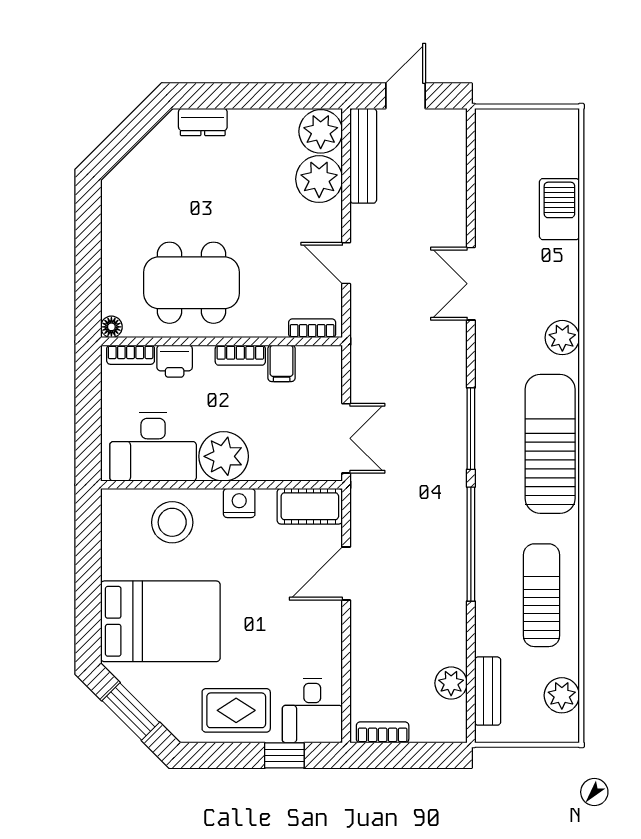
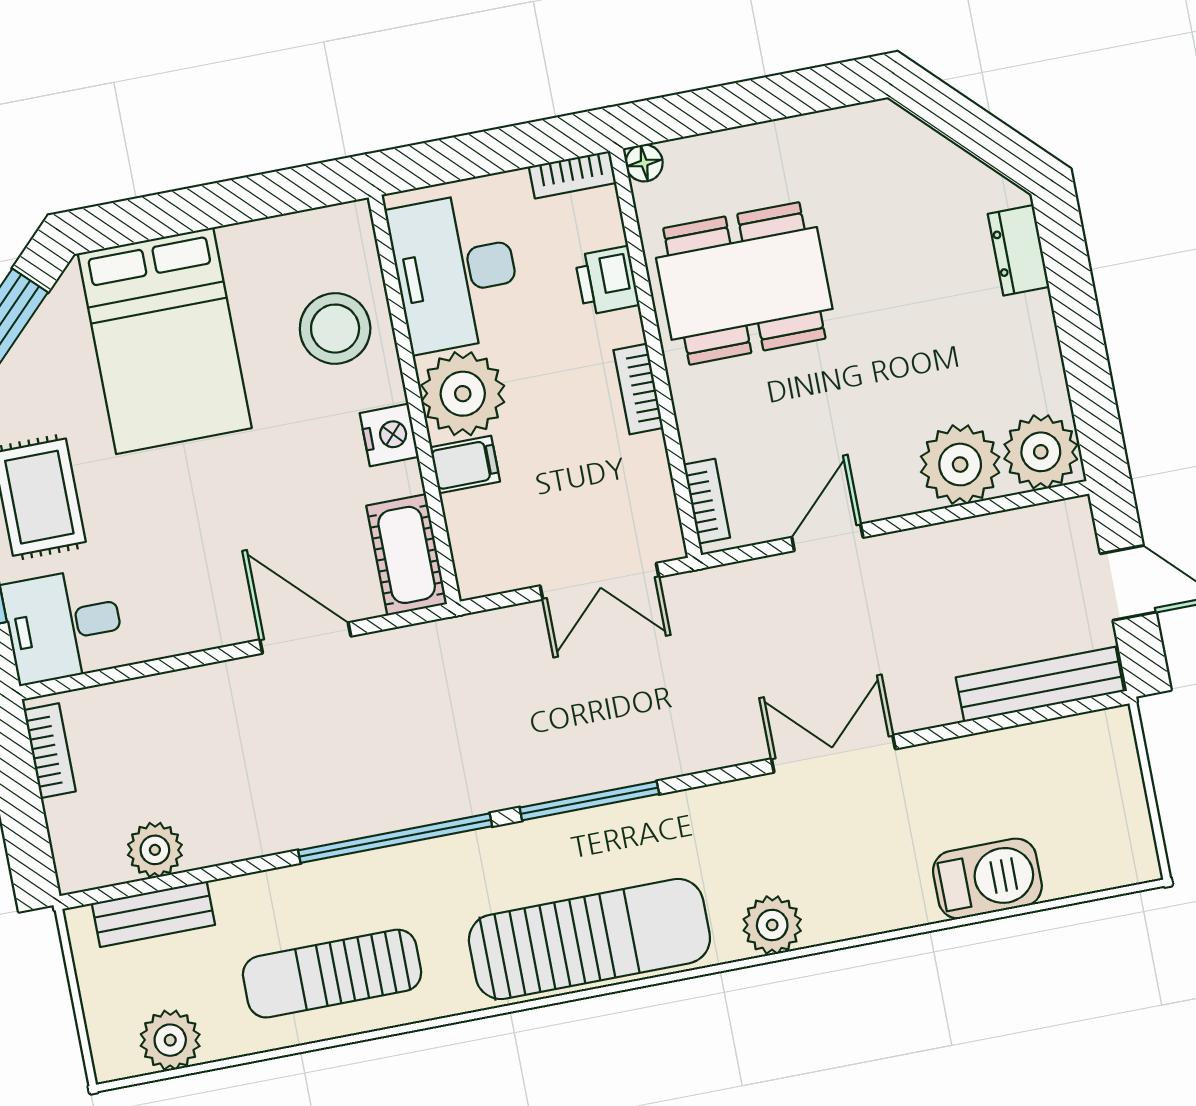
bench: (363, 156) -> (1040, 684), moved
dining table: (191, 283) -> (744, 283), turned 90
bookcase: (131, 355) -> (572, 175), moved, turned -90
filing cabinet: (282, 363) -> (465, 465), moved, turned 180
double door: (346, 438) -> (600, 581), moved
sun lounger: (542, 595) -> (332, 974), turned 180

